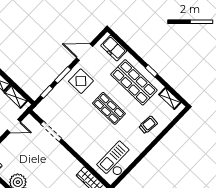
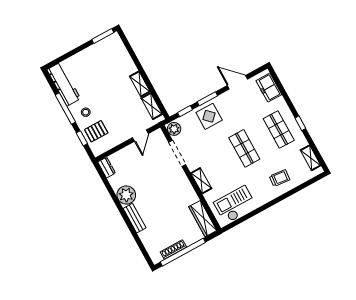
display table: (81, 81) -> (209, 116), moved
shop shelf: (134, 82) -> (279, 129), width x0.70, depth x0.74
plant: (42, 111) -> (174, 129), added
door: (14, 126) -> (140, 136), hinge flipped
shelving: (80, 149) -> (201, 181), added

